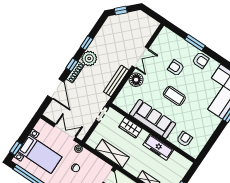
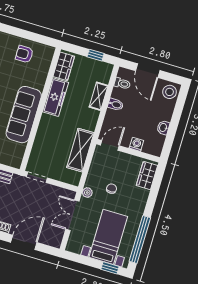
wardrobe: (130, 128) -> (64, 66), moved
armchair: (185, 139) -> (24, 54), moved

